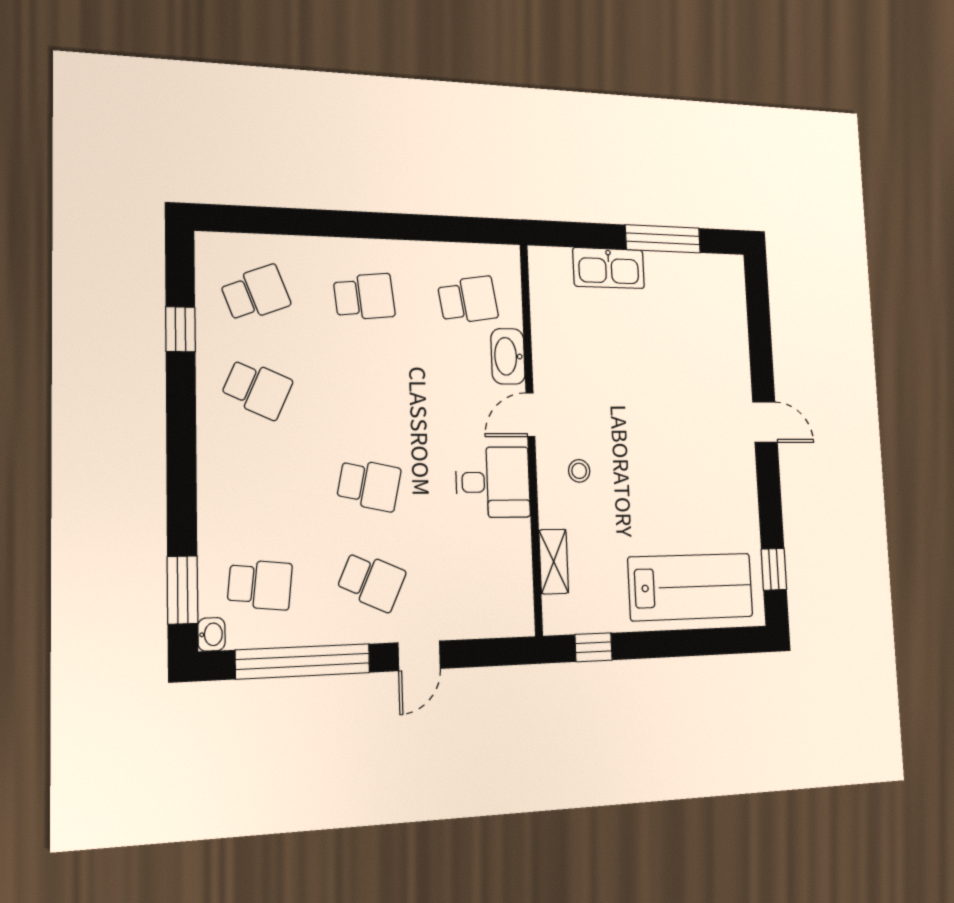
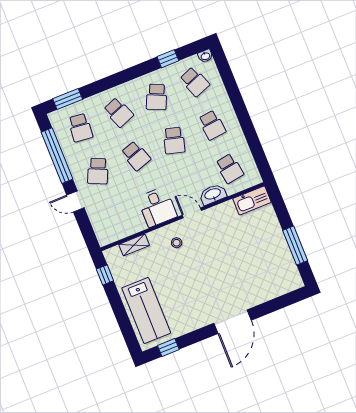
kitchen sink: (609, 268) -> (252, 200), moved, turned -90
school desk: (367, 390) -> (174, 140), added
door: (765, 422) -> (232, 322), width x1.88
school desk: (369, 485) -> (136, 156), turned -30
school desk: (258, 486) -> (118, 112), added
washbasin: (211, 634) -> (205, 56), moved

